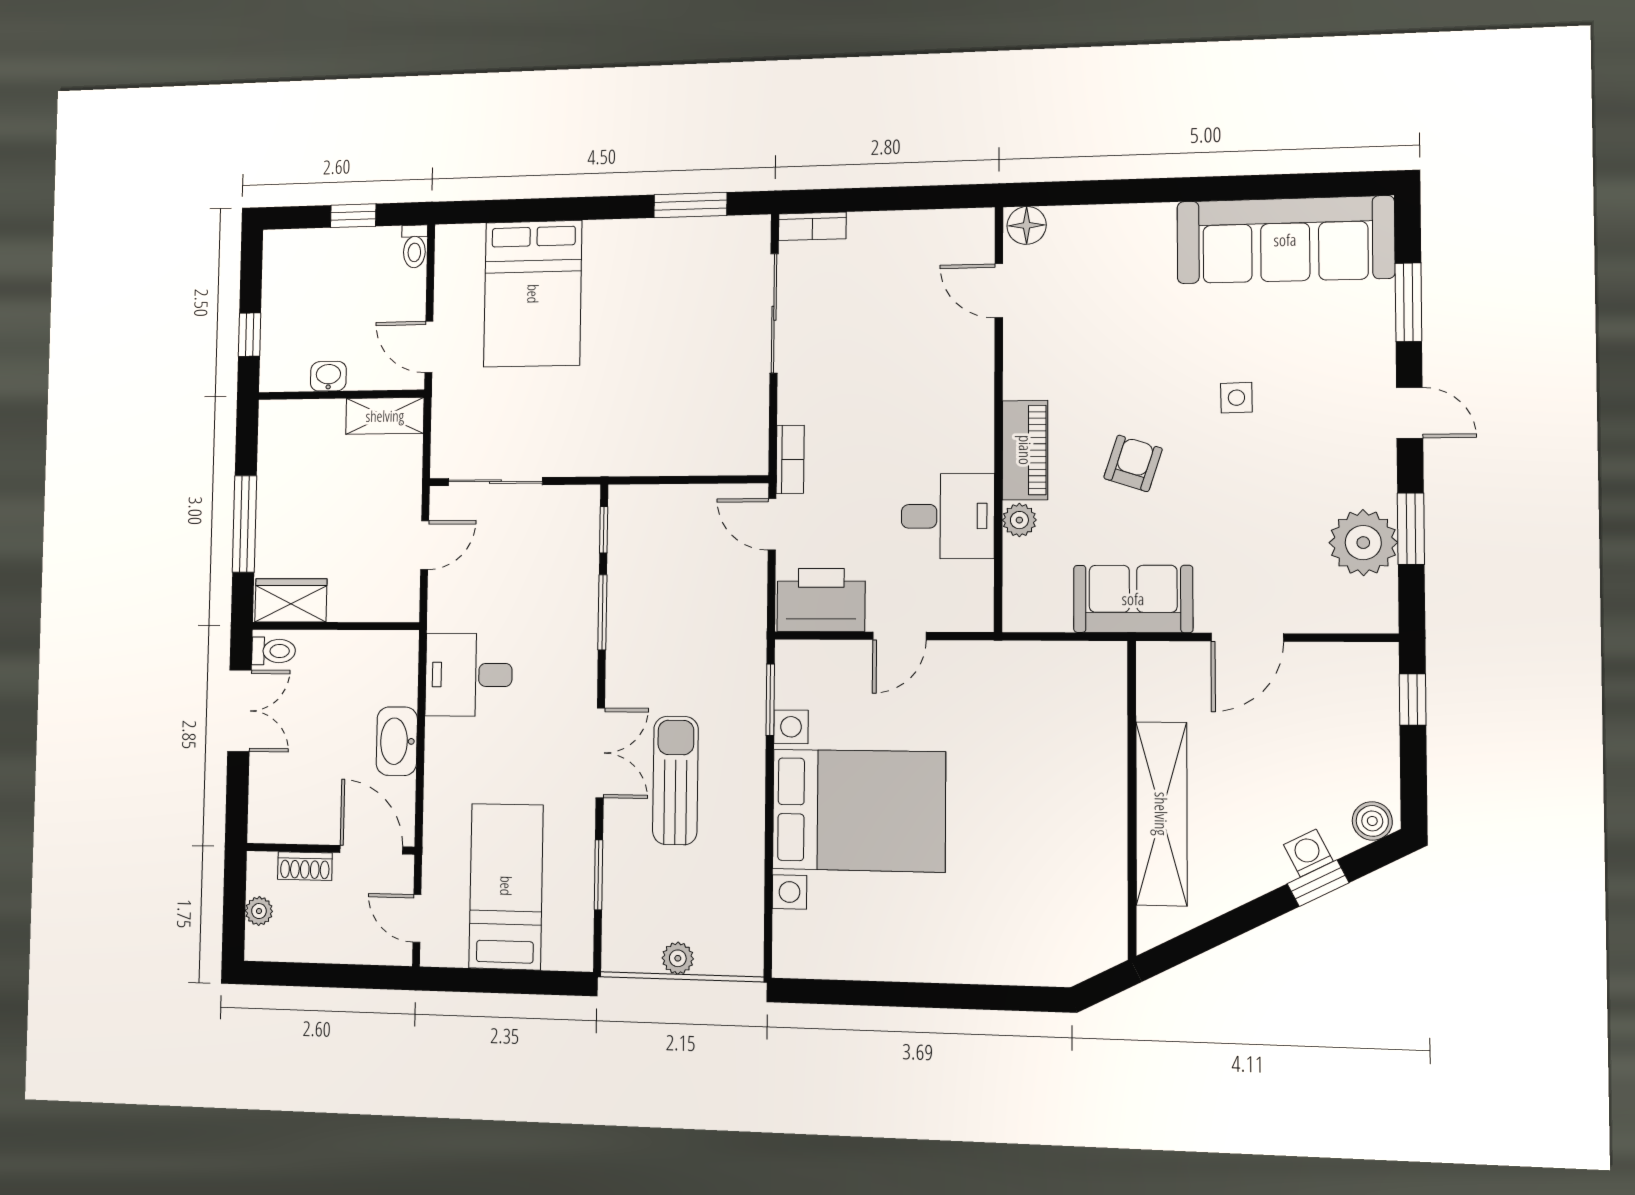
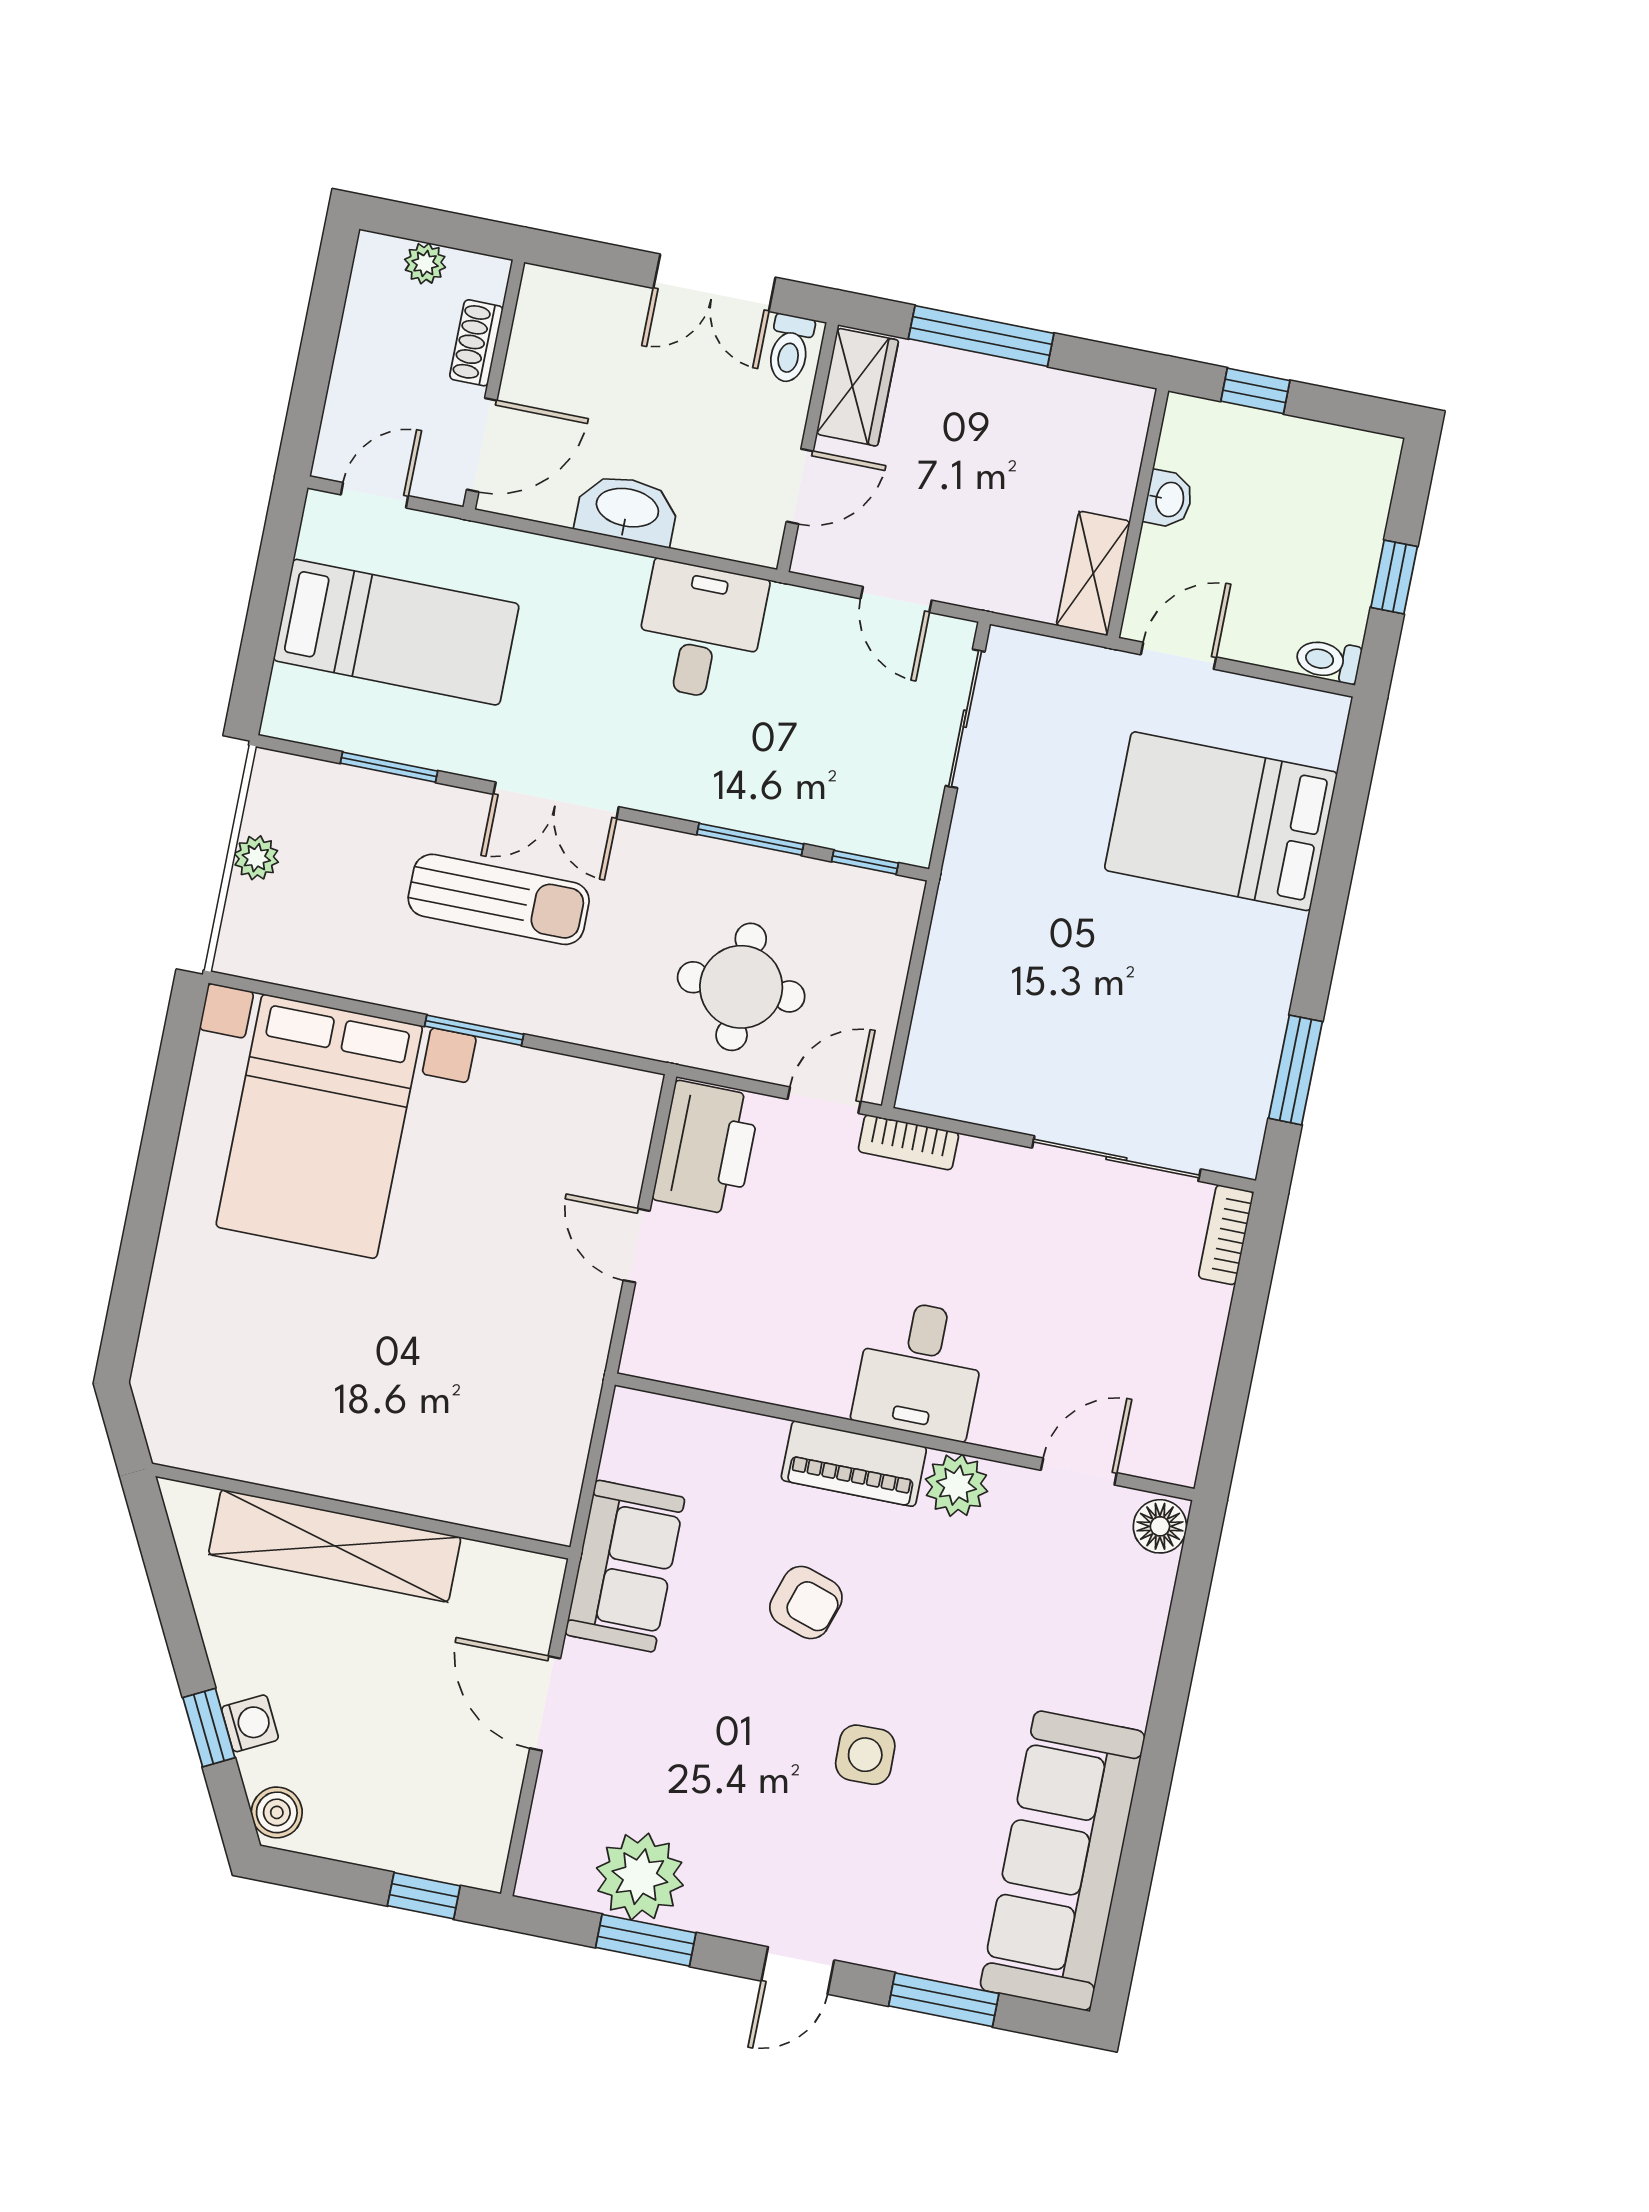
side table: (1236, 398) -> (865, 1755), width x1.37, depth x1.37
desk: (948, 516) -> (920, 1369), moved
plant: (1019, 520) -> (956, 1485), moved, width x1.38, depth x1.38
round table: (704, 598) -> (741, 987), added
door: (362, 626) -> (800, 486), added
window: (770, 700) -> (474, 1030), moved
bed with nightstands: (859, 810) -> (319, 1126), moved

